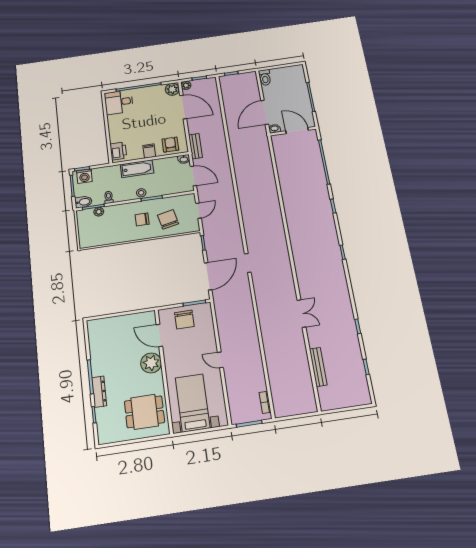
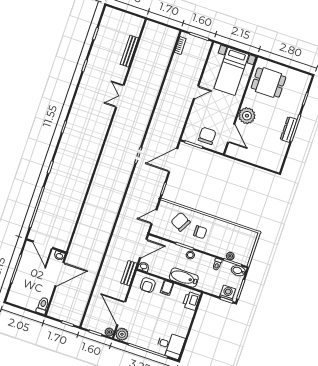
door: (193, 176) -> (143, 248), swing flipped
chair: (168, 219) -> (181, 222), turned 130
door: (220, 360) -> (196, 92), hinge flipped
dresser: (99, 392) -> (289, 130), moved

